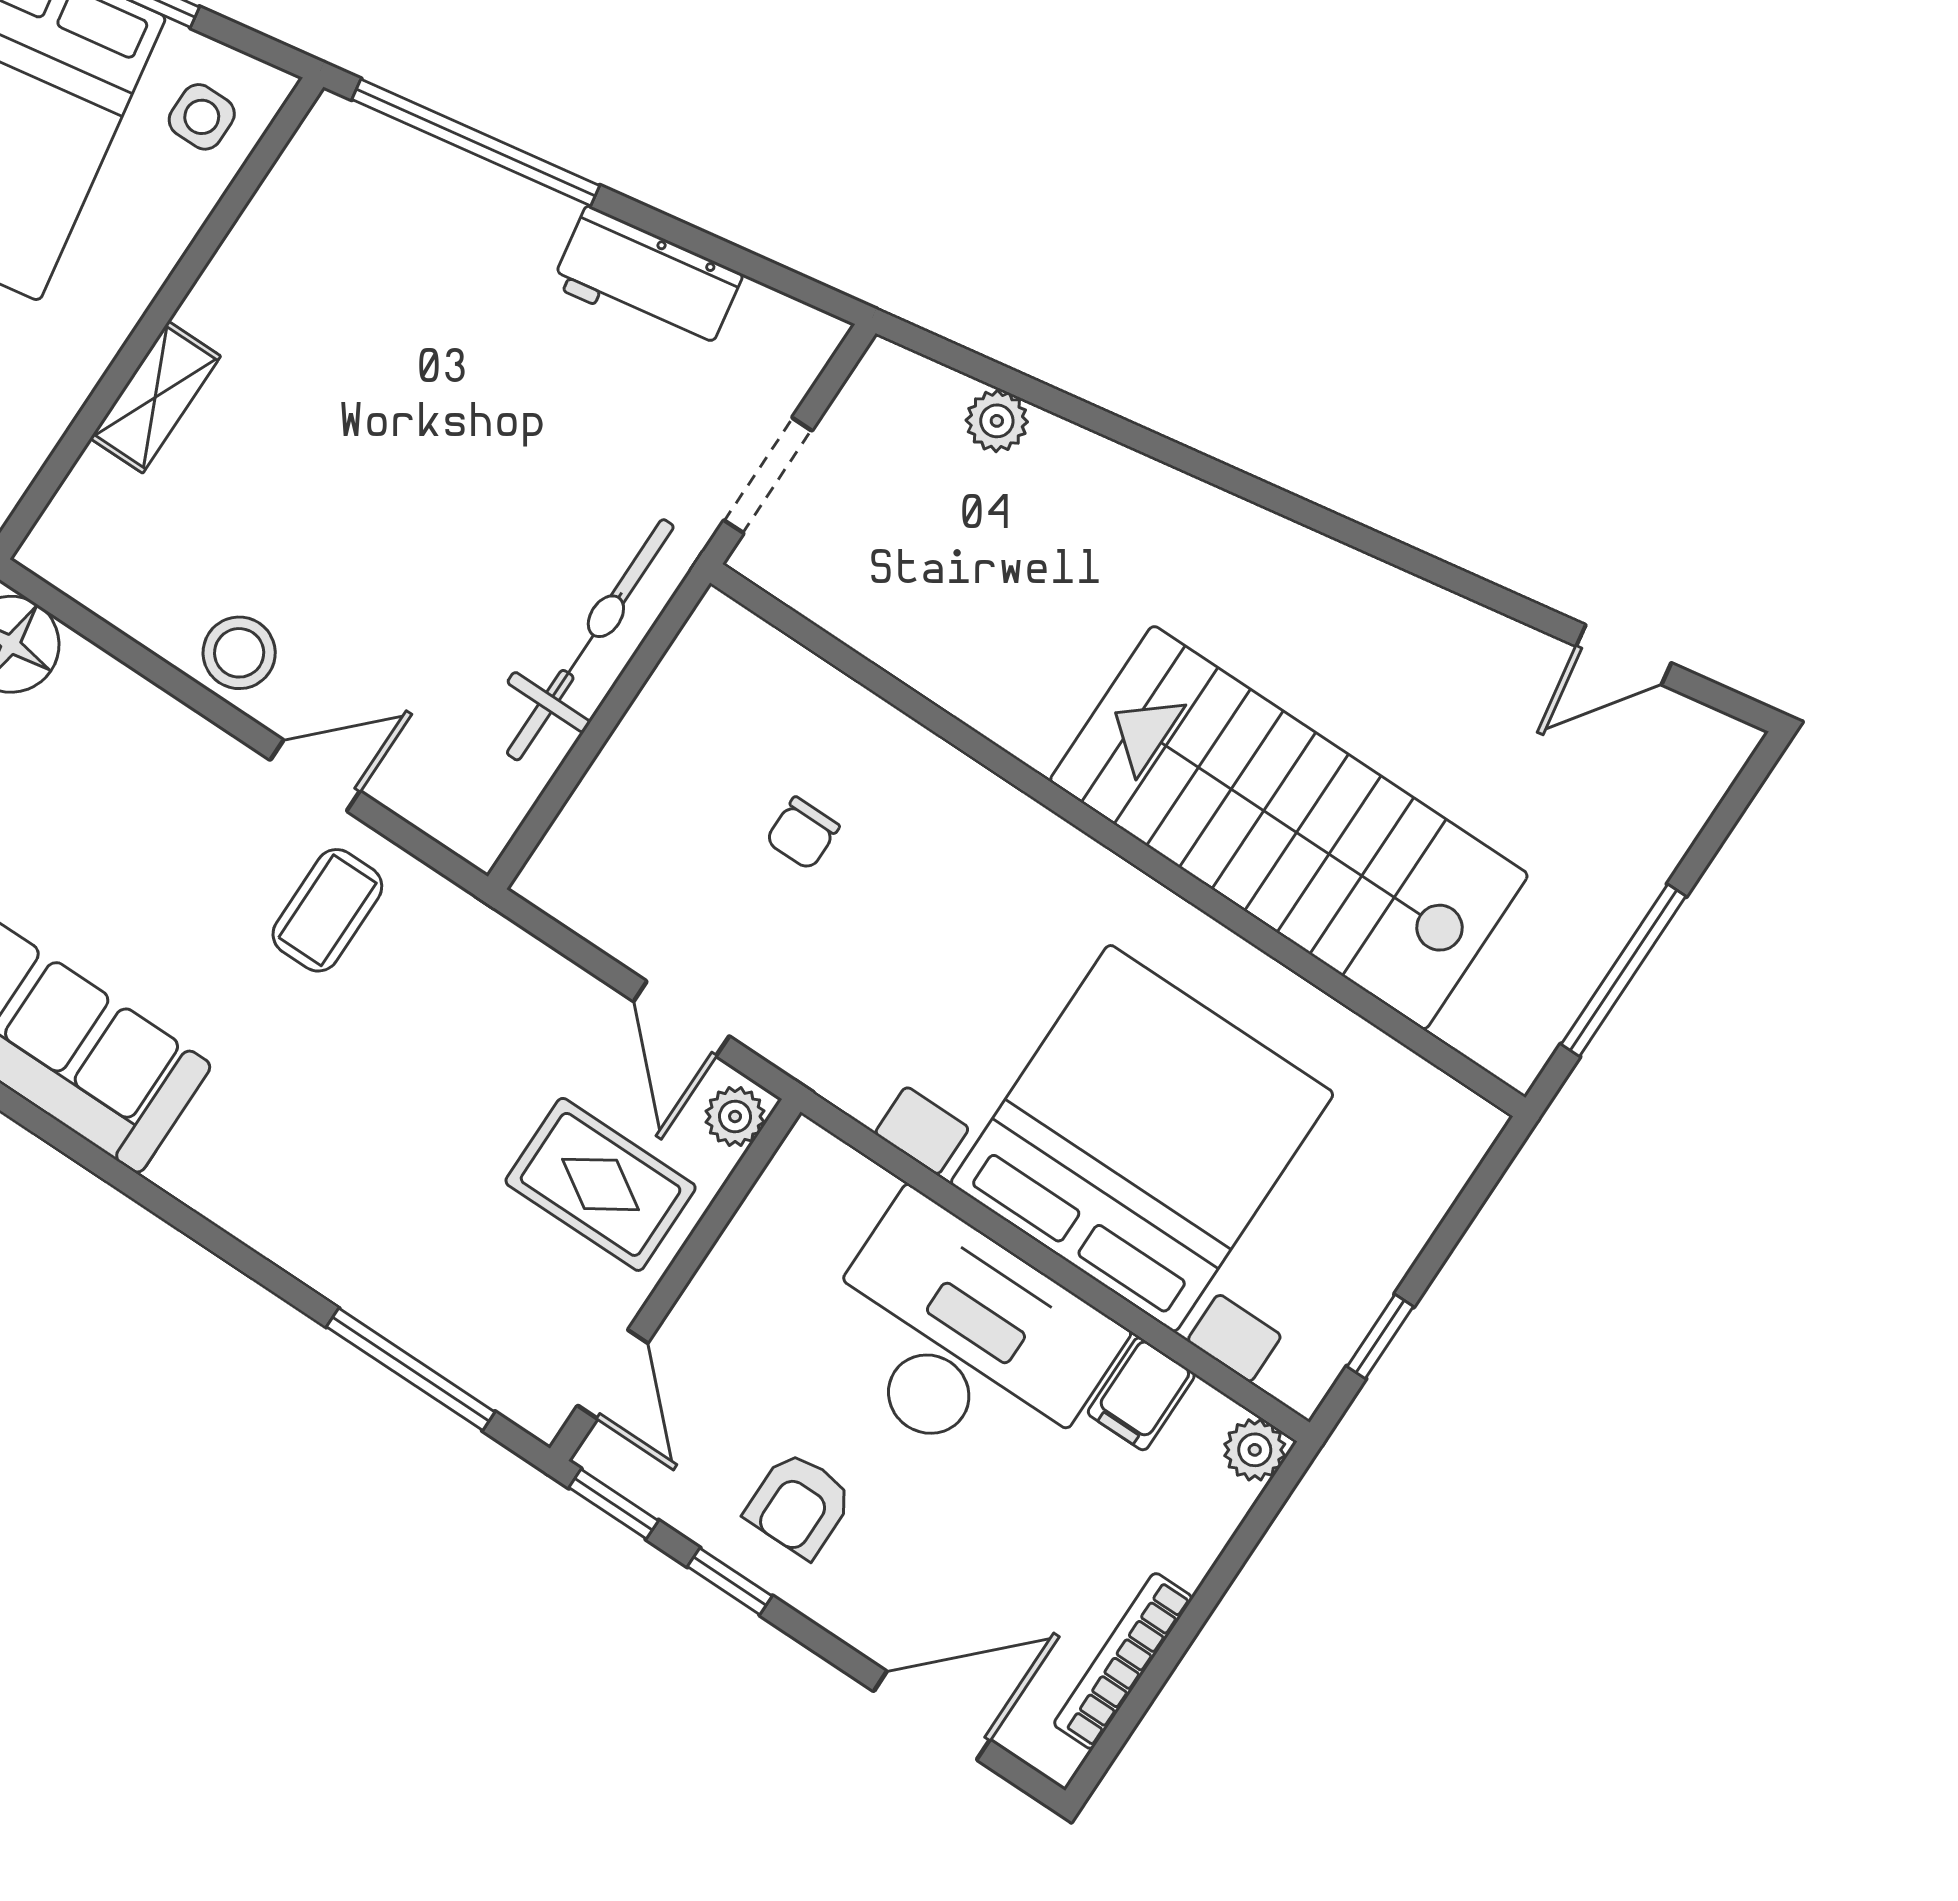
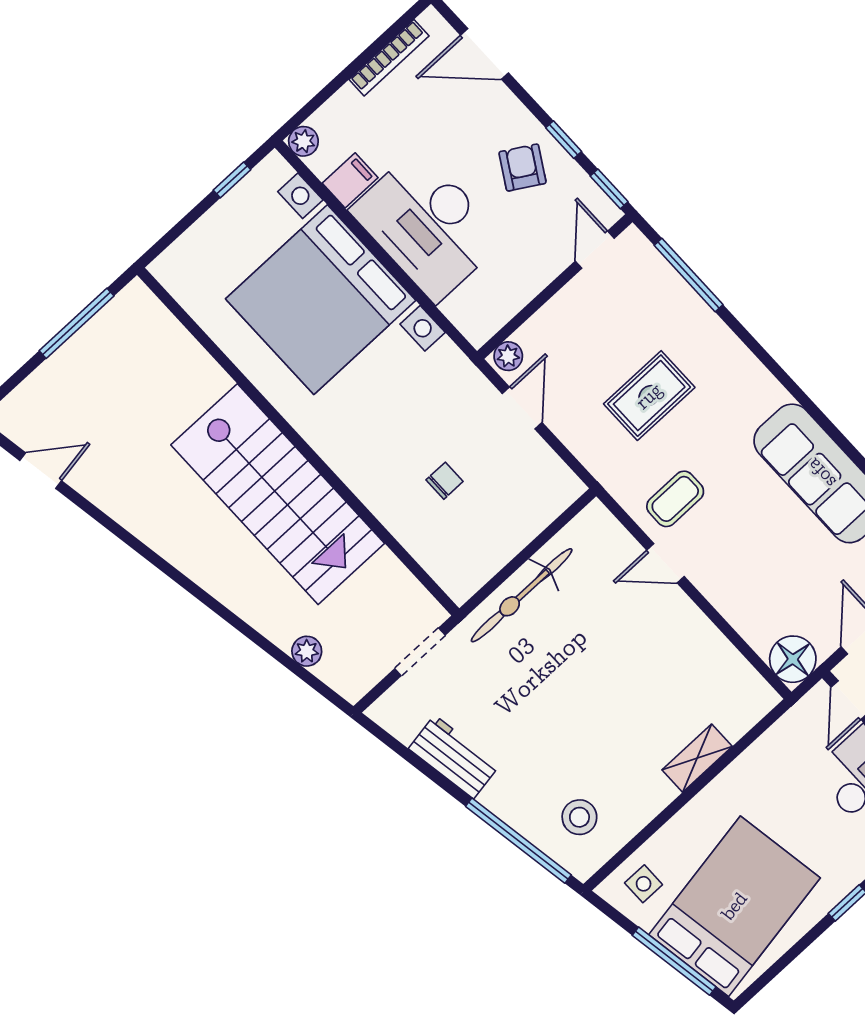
stool: (239, 653) -> (579, 817), moved
stairs: (1289, 828) -> (278, 494), moved
rug: (601, 1184) -> (649, 396), moved, turned 90
armchair: (799, 1505) -> (523, 168), turned -59

